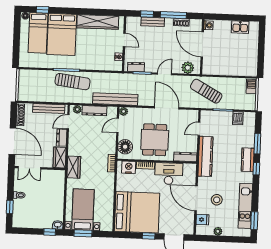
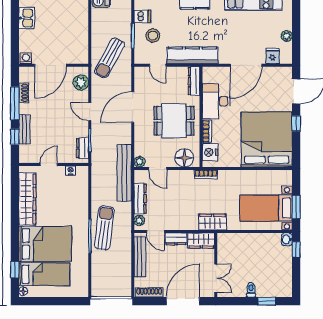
stool: (217, 200) -> (153, 36), moved

